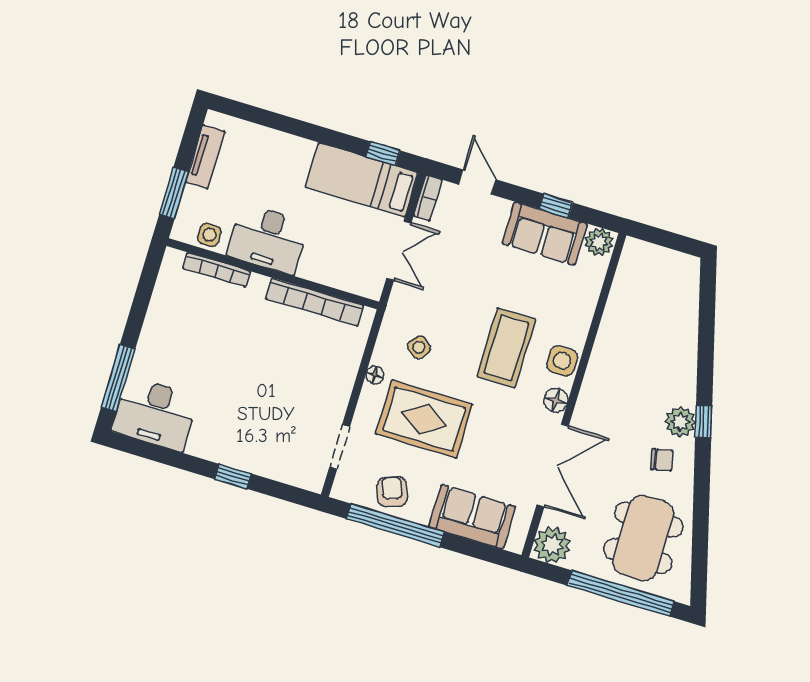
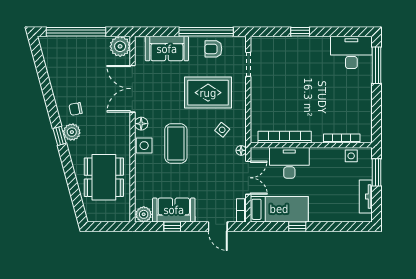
window: (383, 153) -> (297, 227), moved
desk: (268, 239) -> (289, 163), moved
double door: (399, 251) -> (248, 178), swing flipped
floor lamp: (375, 375) -> (241, 150), moved
armchair: (392, 492) -> (213, 49), turned 111
dining table: (643, 538) -> (104, 177), moved

